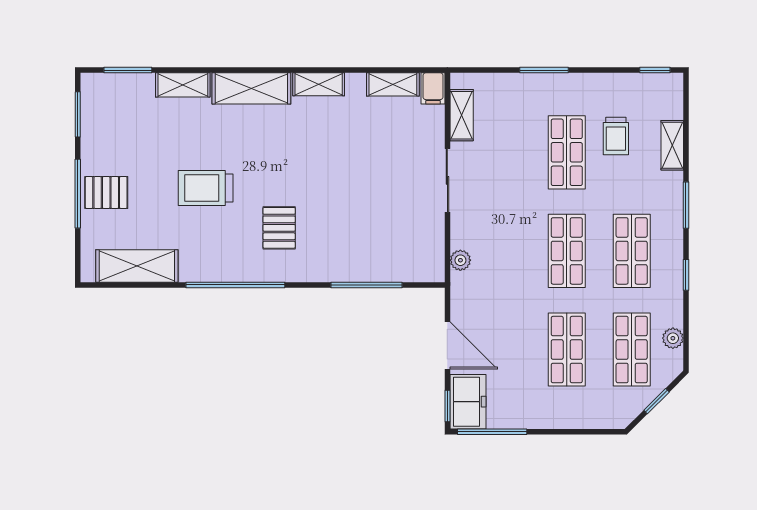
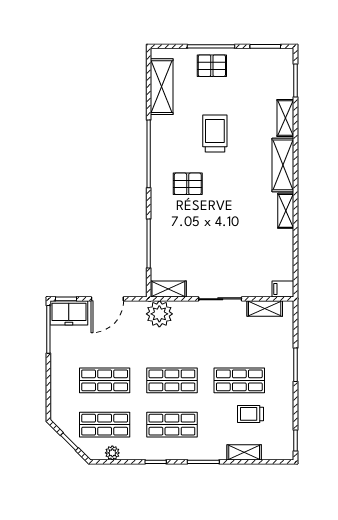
shelving: (393, 84) -> (168, 289), moved, turned 90
pallet: (106, 192) -> (212, 66), turned 90
plant: (460, 260) -> (159, 314), width x1.88, depth x1.88

